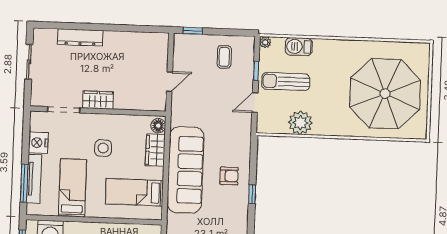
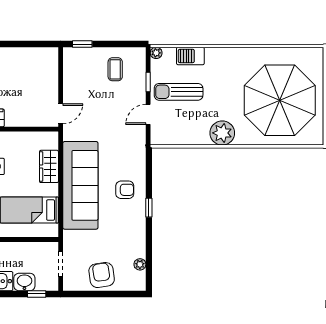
door: (169, 81) -> (61, 114), moved
plant: (300, 123) -> (222, 133), moved
floor lamp: (158, 126) -> (51, 142), removed

